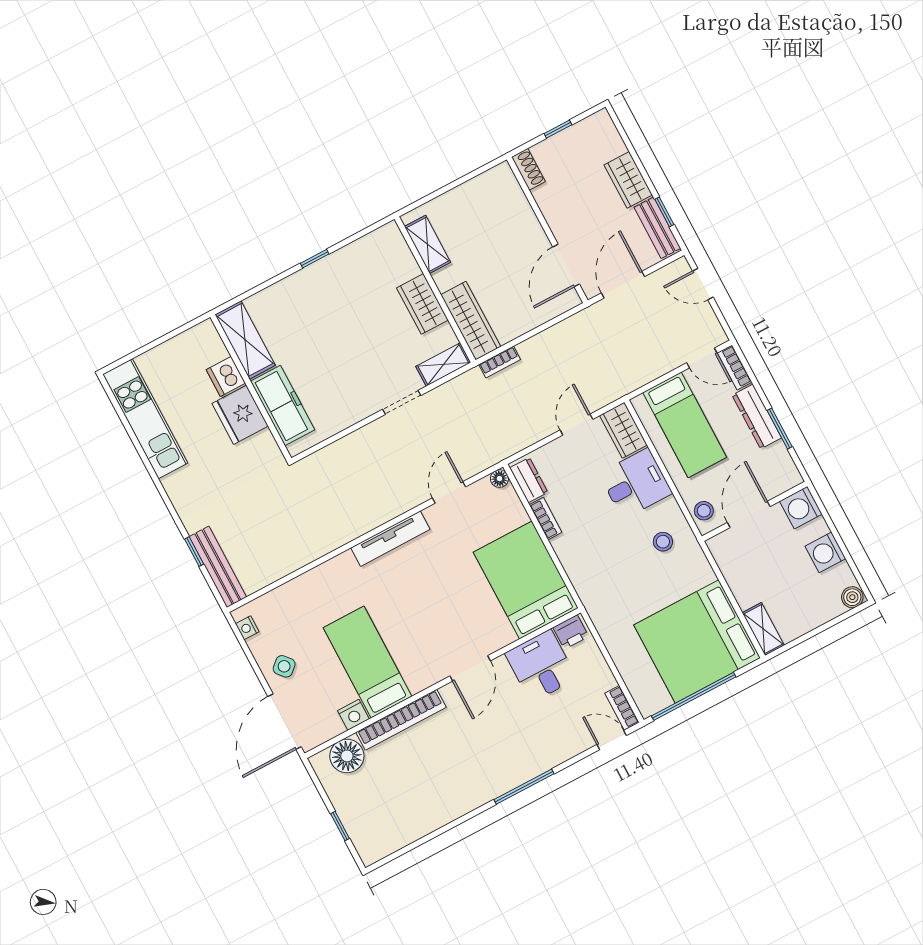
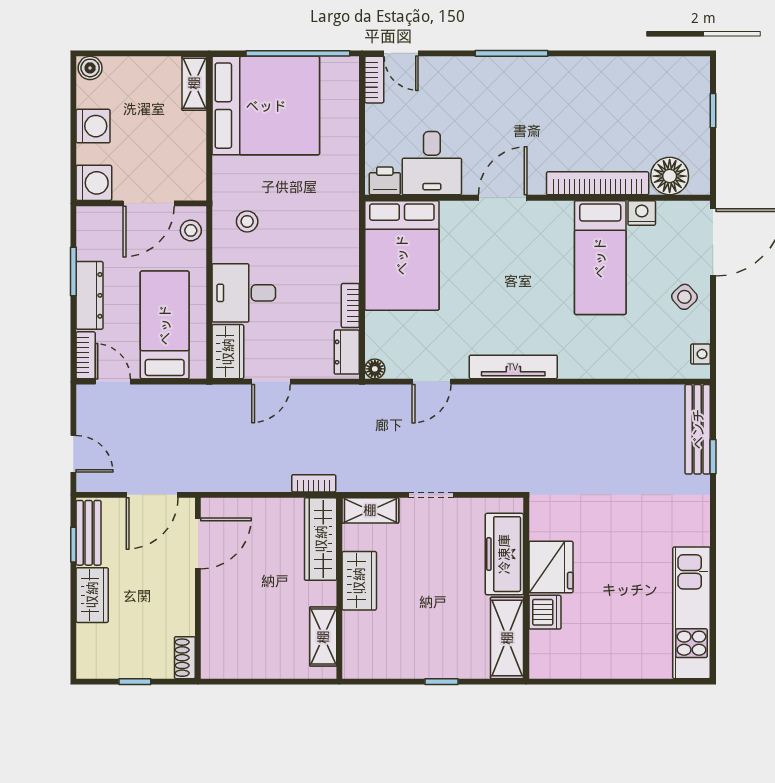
shelving: (245, 340) -> (507, 638), moved
dishwasher: (226, 376) -> (545, 612), moved
wall: (251, 387) -> (526, 588), moved
freezer: (283, 405) -> (504, 554), moved
fridge: (240, 415) -> (551, 567), moved

